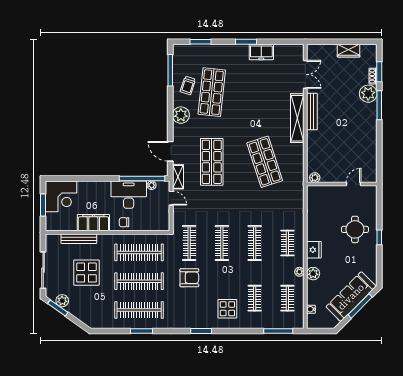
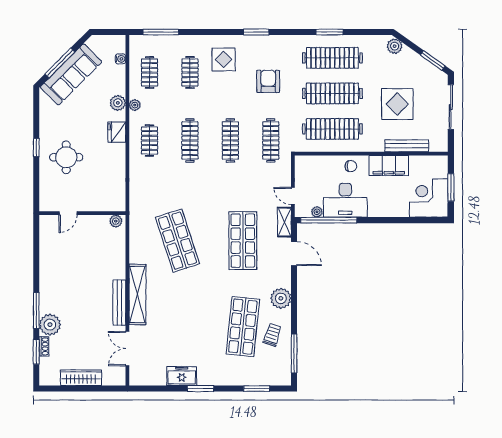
wardrobe: (349, 51) -> (81, 378), width x1.50
armchair: (189, 278) -> (268, 81), moved, turned 90
plant: (62, 301) -> (395, 46), moved

